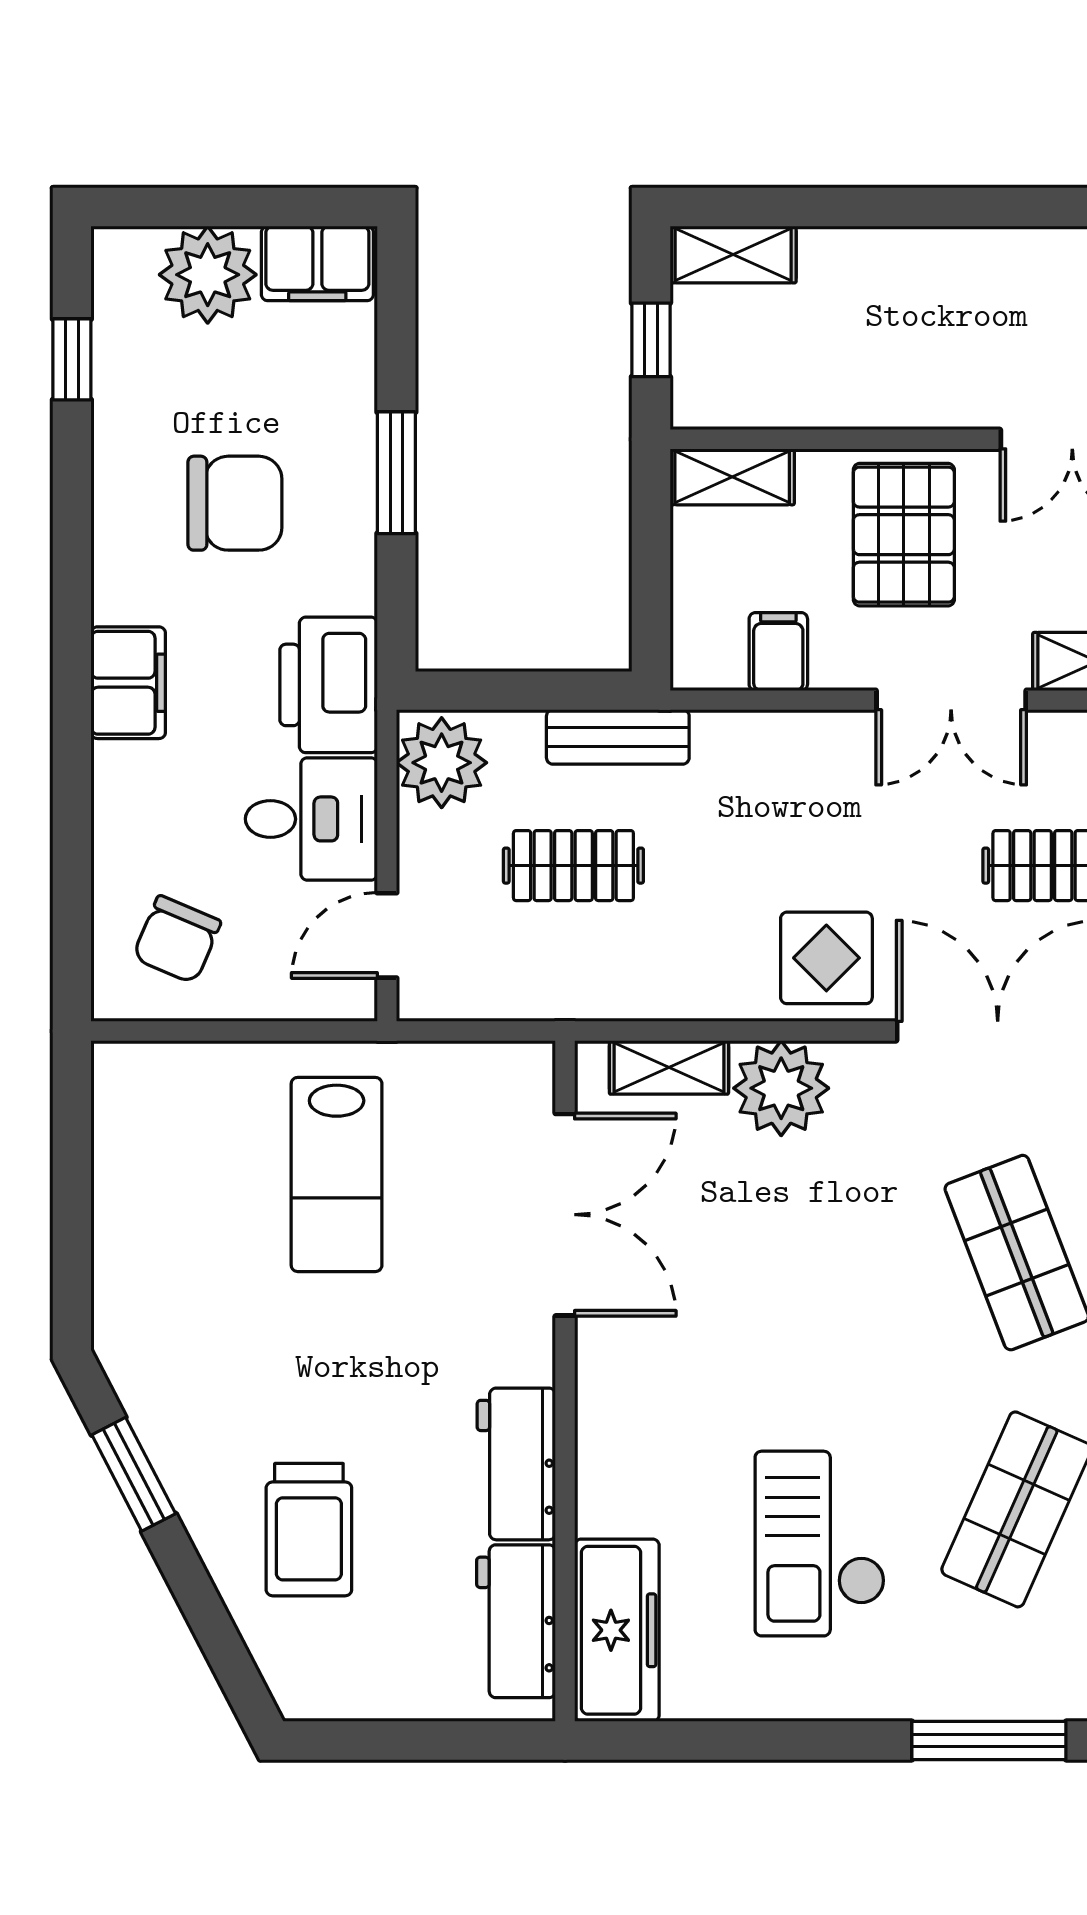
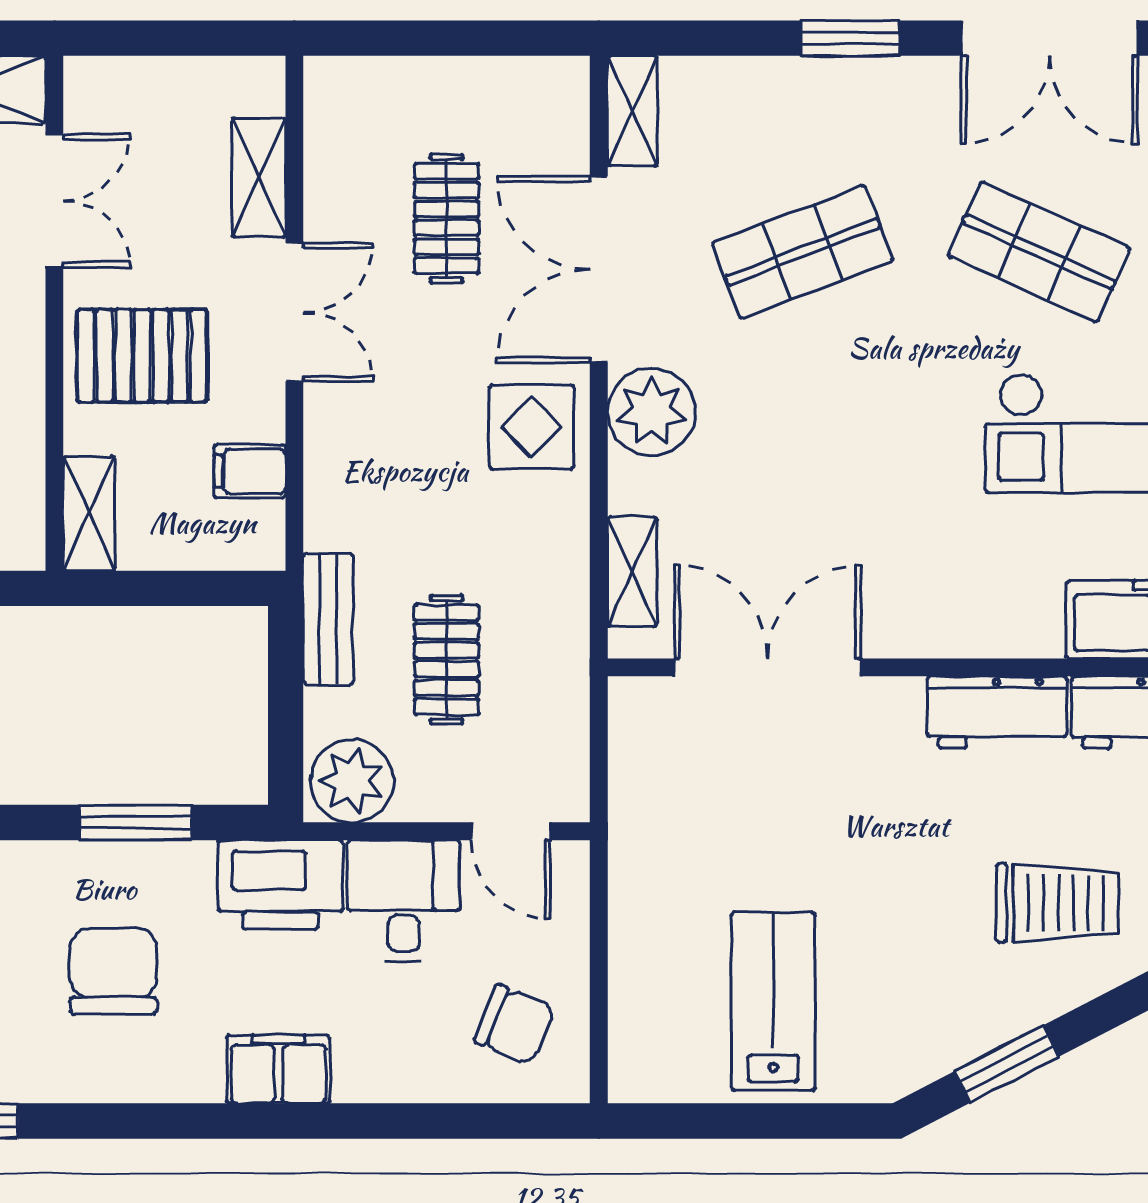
window: (396, 473) -> (136, 822), moved
plant: (781, 1088) -> (651, 412), moved
lab bench: (337, 1174) -> (773, 1001), moved, turned -90

